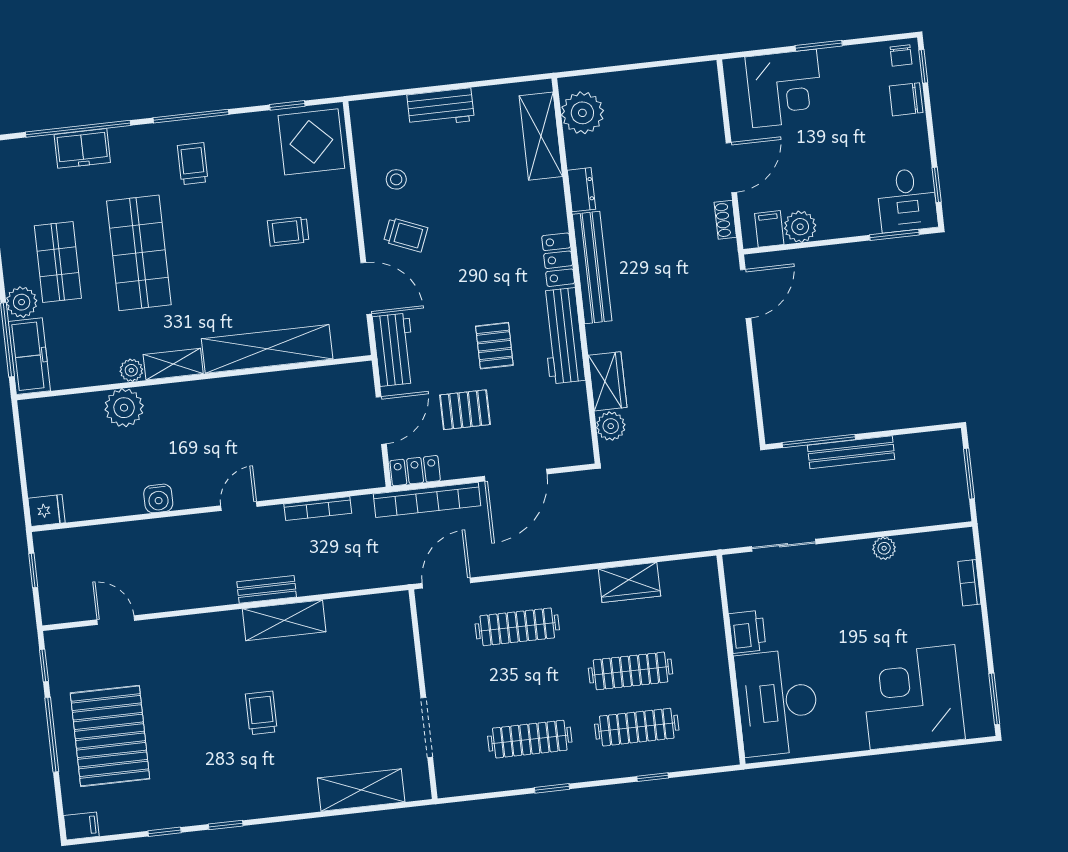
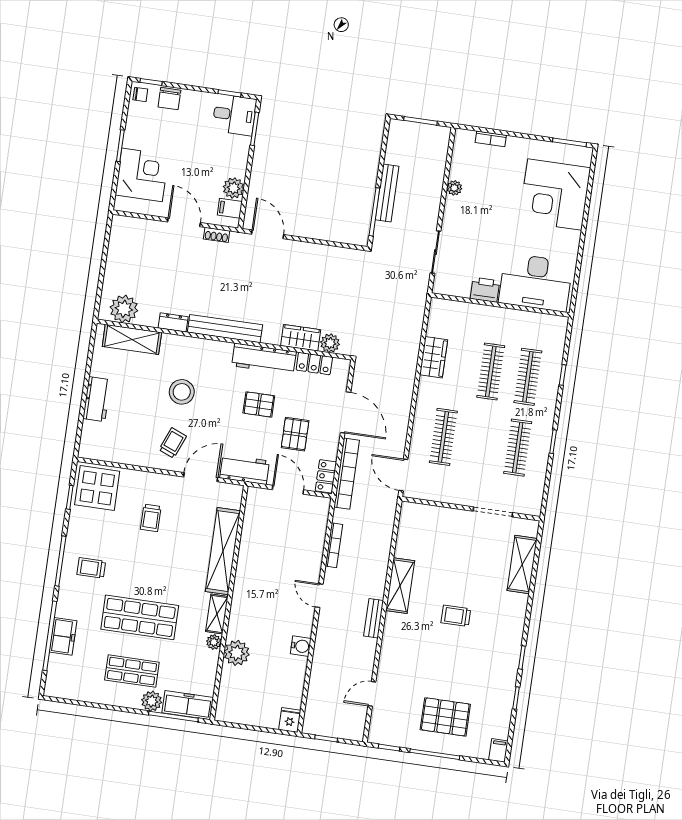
stool: (396, 179) -> (182, 392), moved, width x1.89, depth x1.89
locker: (558, 260) -> (314, 364), moved
bench: (267, 589) -> (374, 618), moved
pallet: (110, 736) -> (445, 717), width x0.73, depth x0.71

